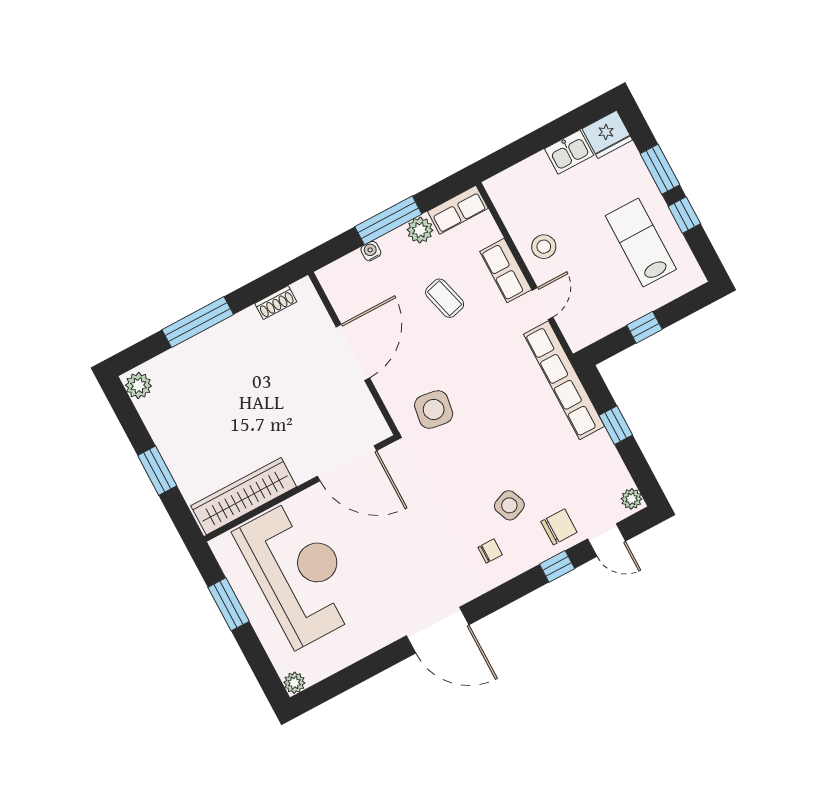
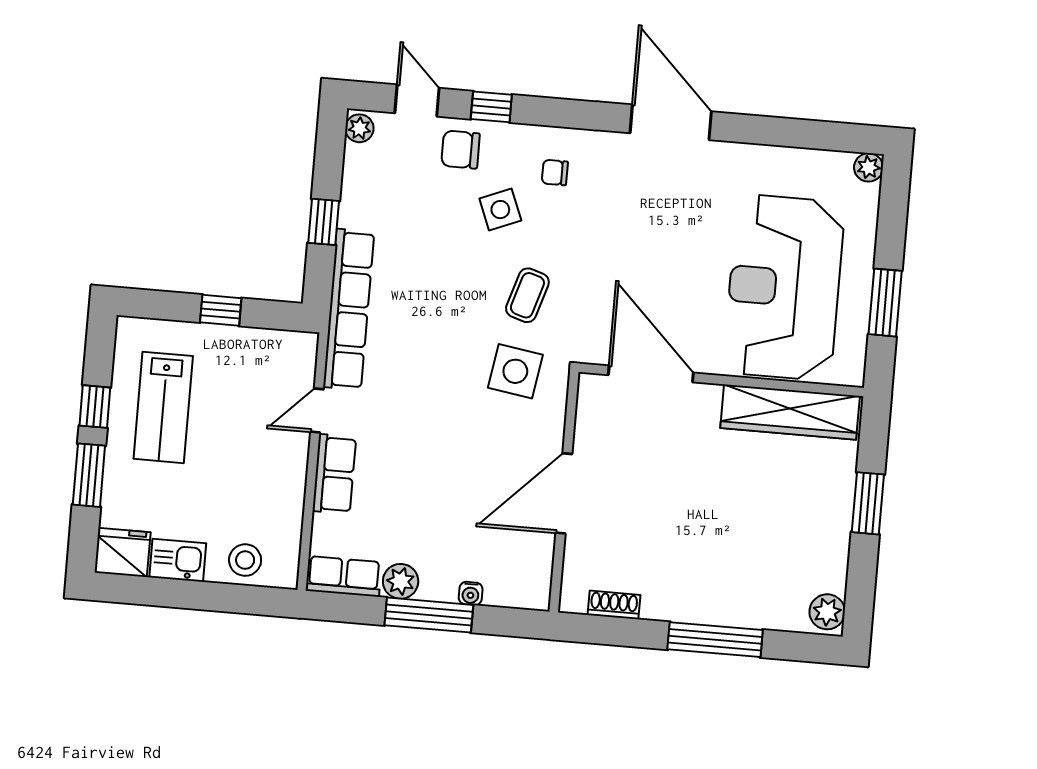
stool: (544, 247) -> (245, 560), moved
coffee table: (445, 298) -> (527, 295), moved, turned 32

